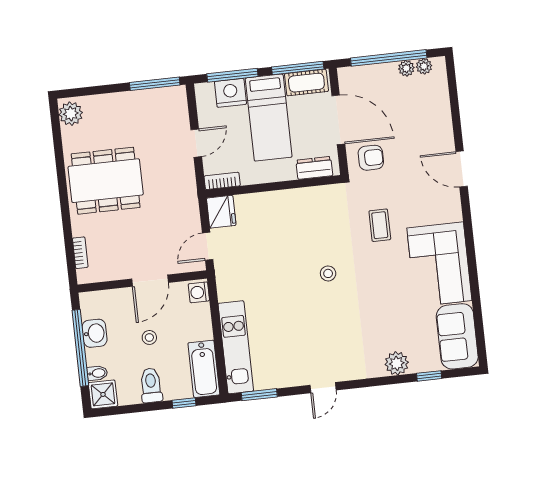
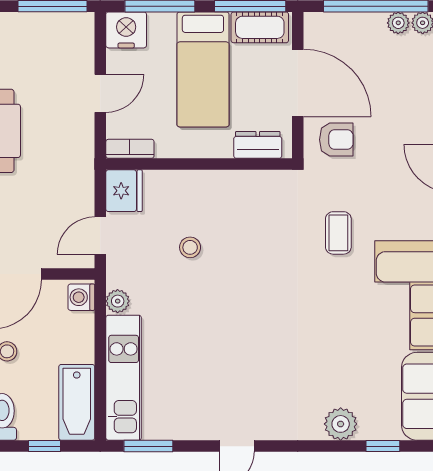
nightstand: (230, 93) -> (126, 30), moved
stool: (328, 273) -> (190, 247), moved
plant: (225, 292) -> (118, 301), added

